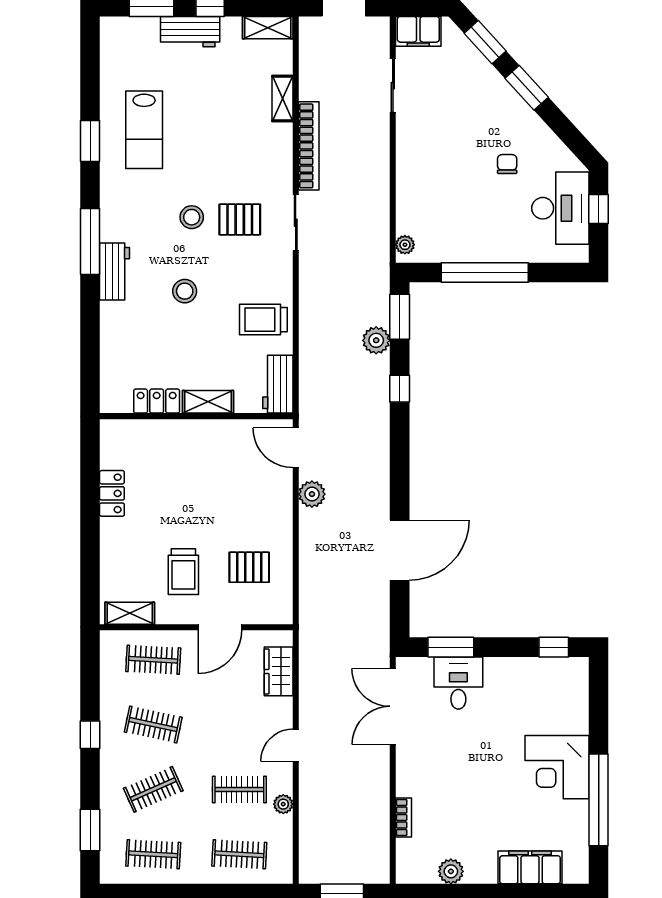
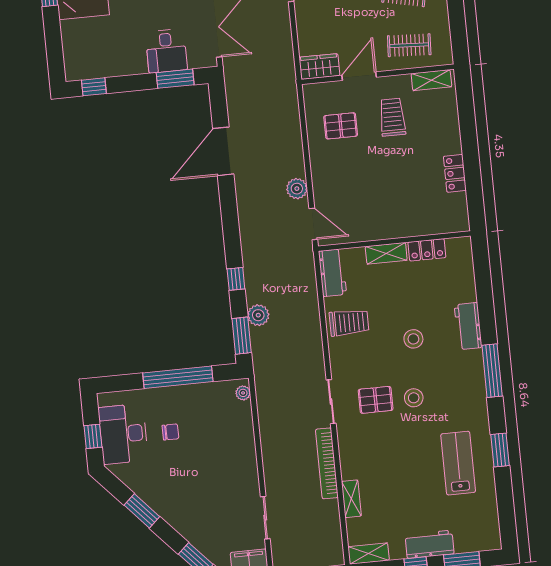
window: (527, 88) -> (142, 511), moved
chair: (507, 164) -> (170, 432), moved, turned -90
workbench: (115, 271) -> (468, 326), moved
wardrobe: (279, 671) -> (319, 66), moved, turned -90

